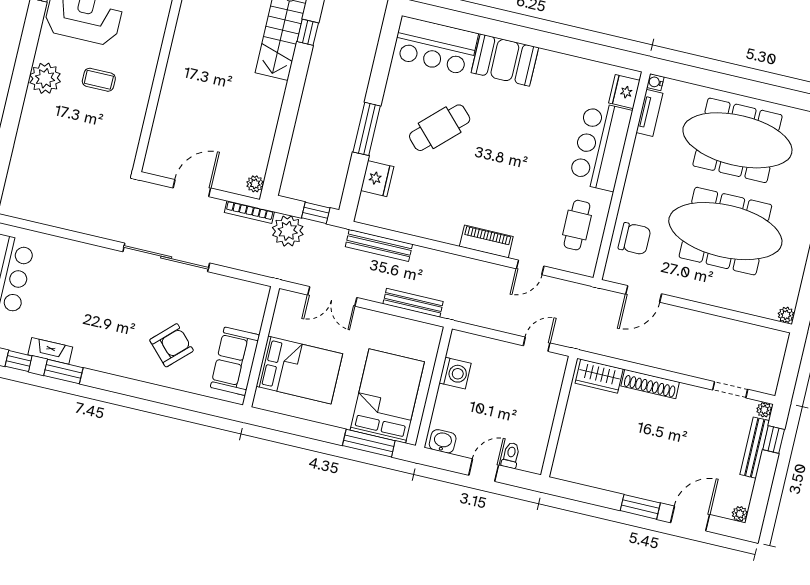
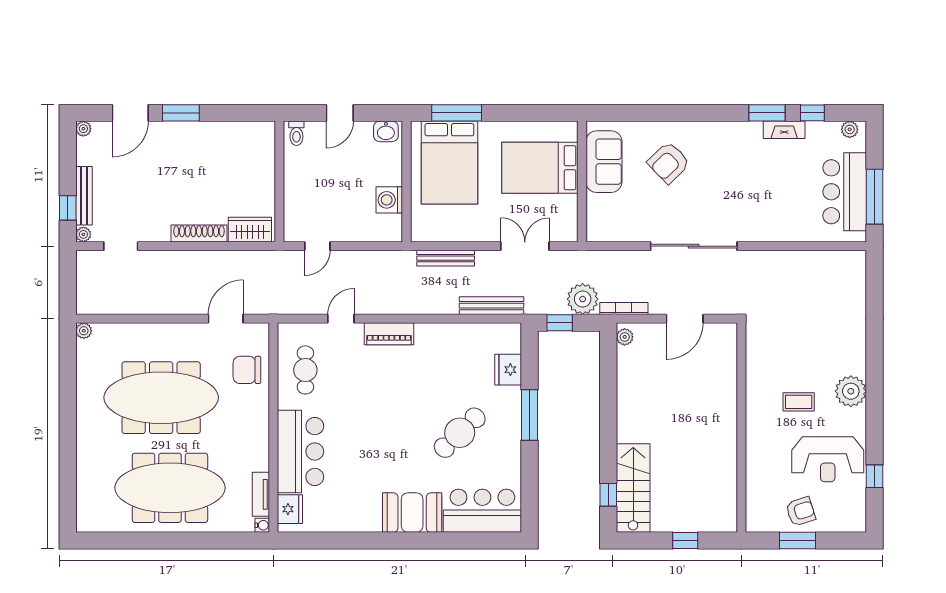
toilet: (511, 455) -> (296, 133), moved

